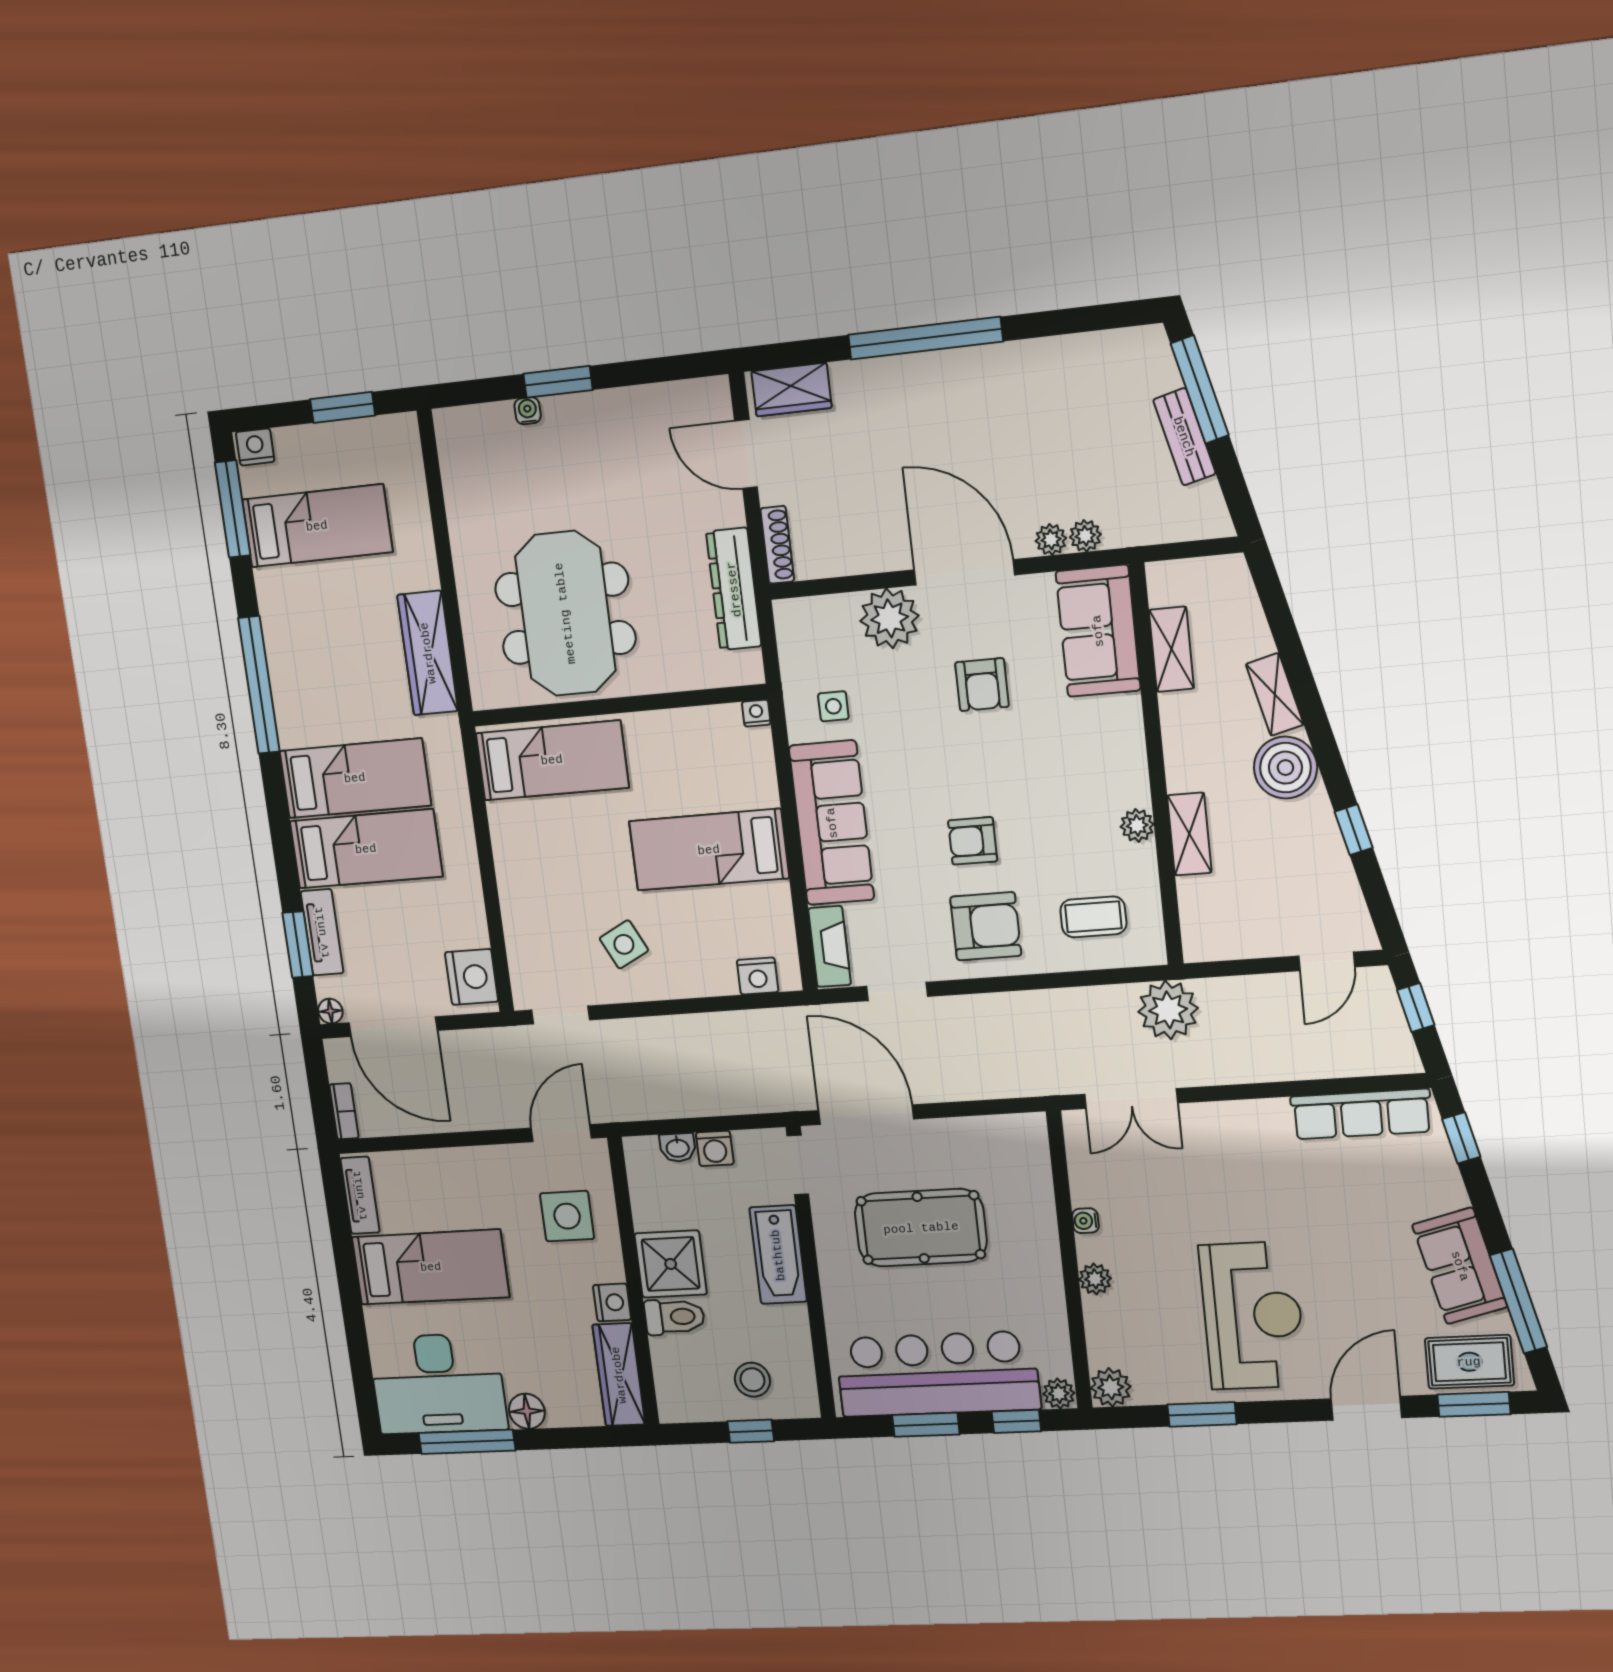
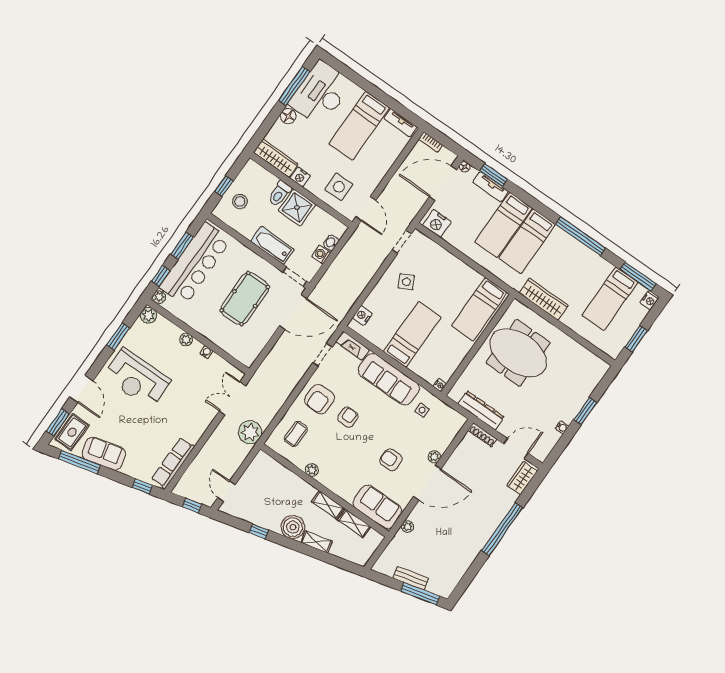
water cooler: (528, 411) -> (562, 427), moved
plant: (1051, 540) -> (415, 516), removed
plant: (890, 618) -> (434, 457), width x0.53, depth x0.53
shelving: (1189, 834) -> (328, 505), moved

